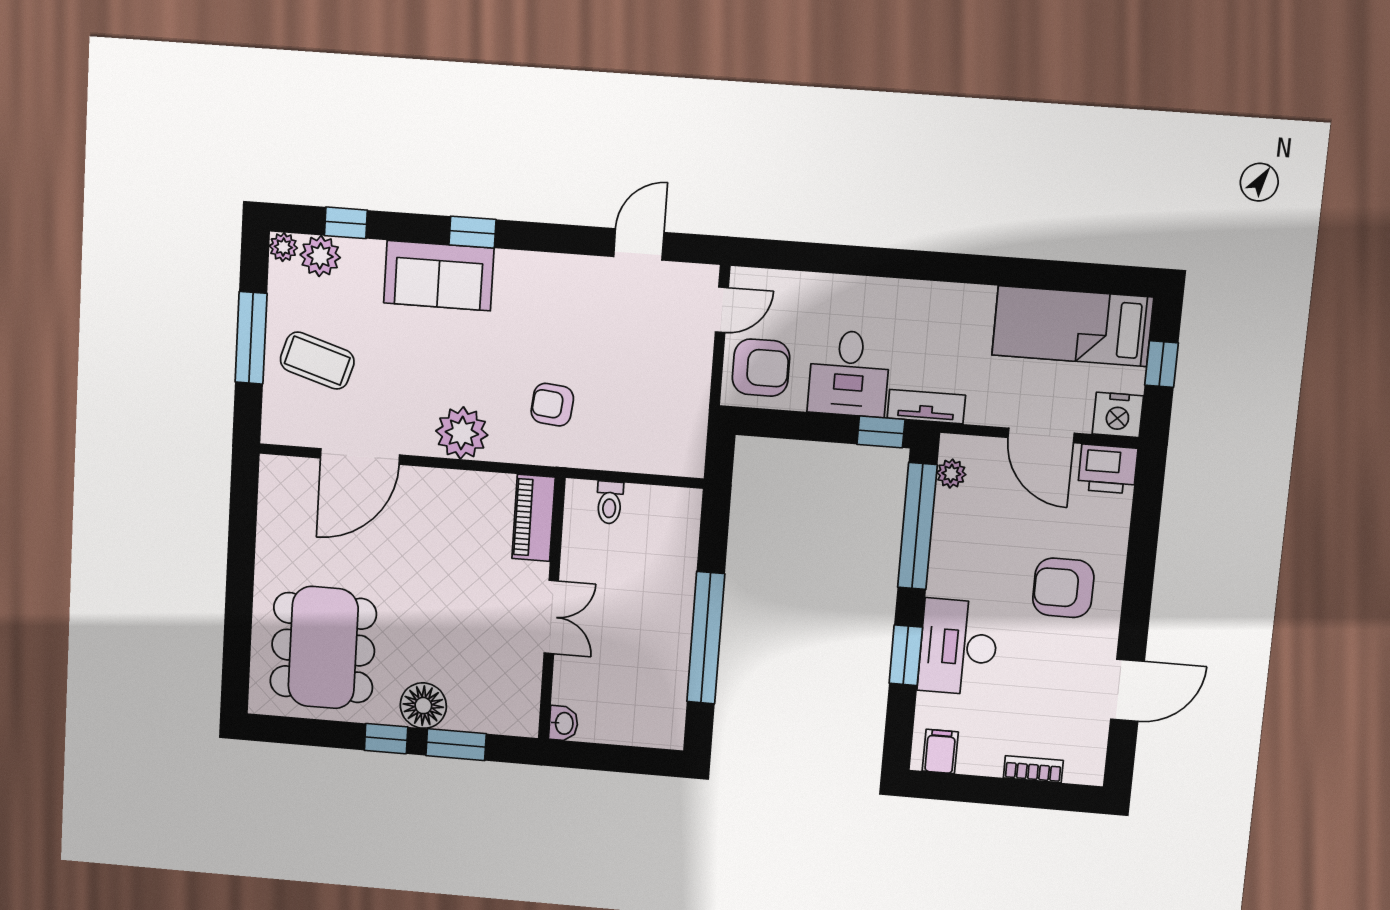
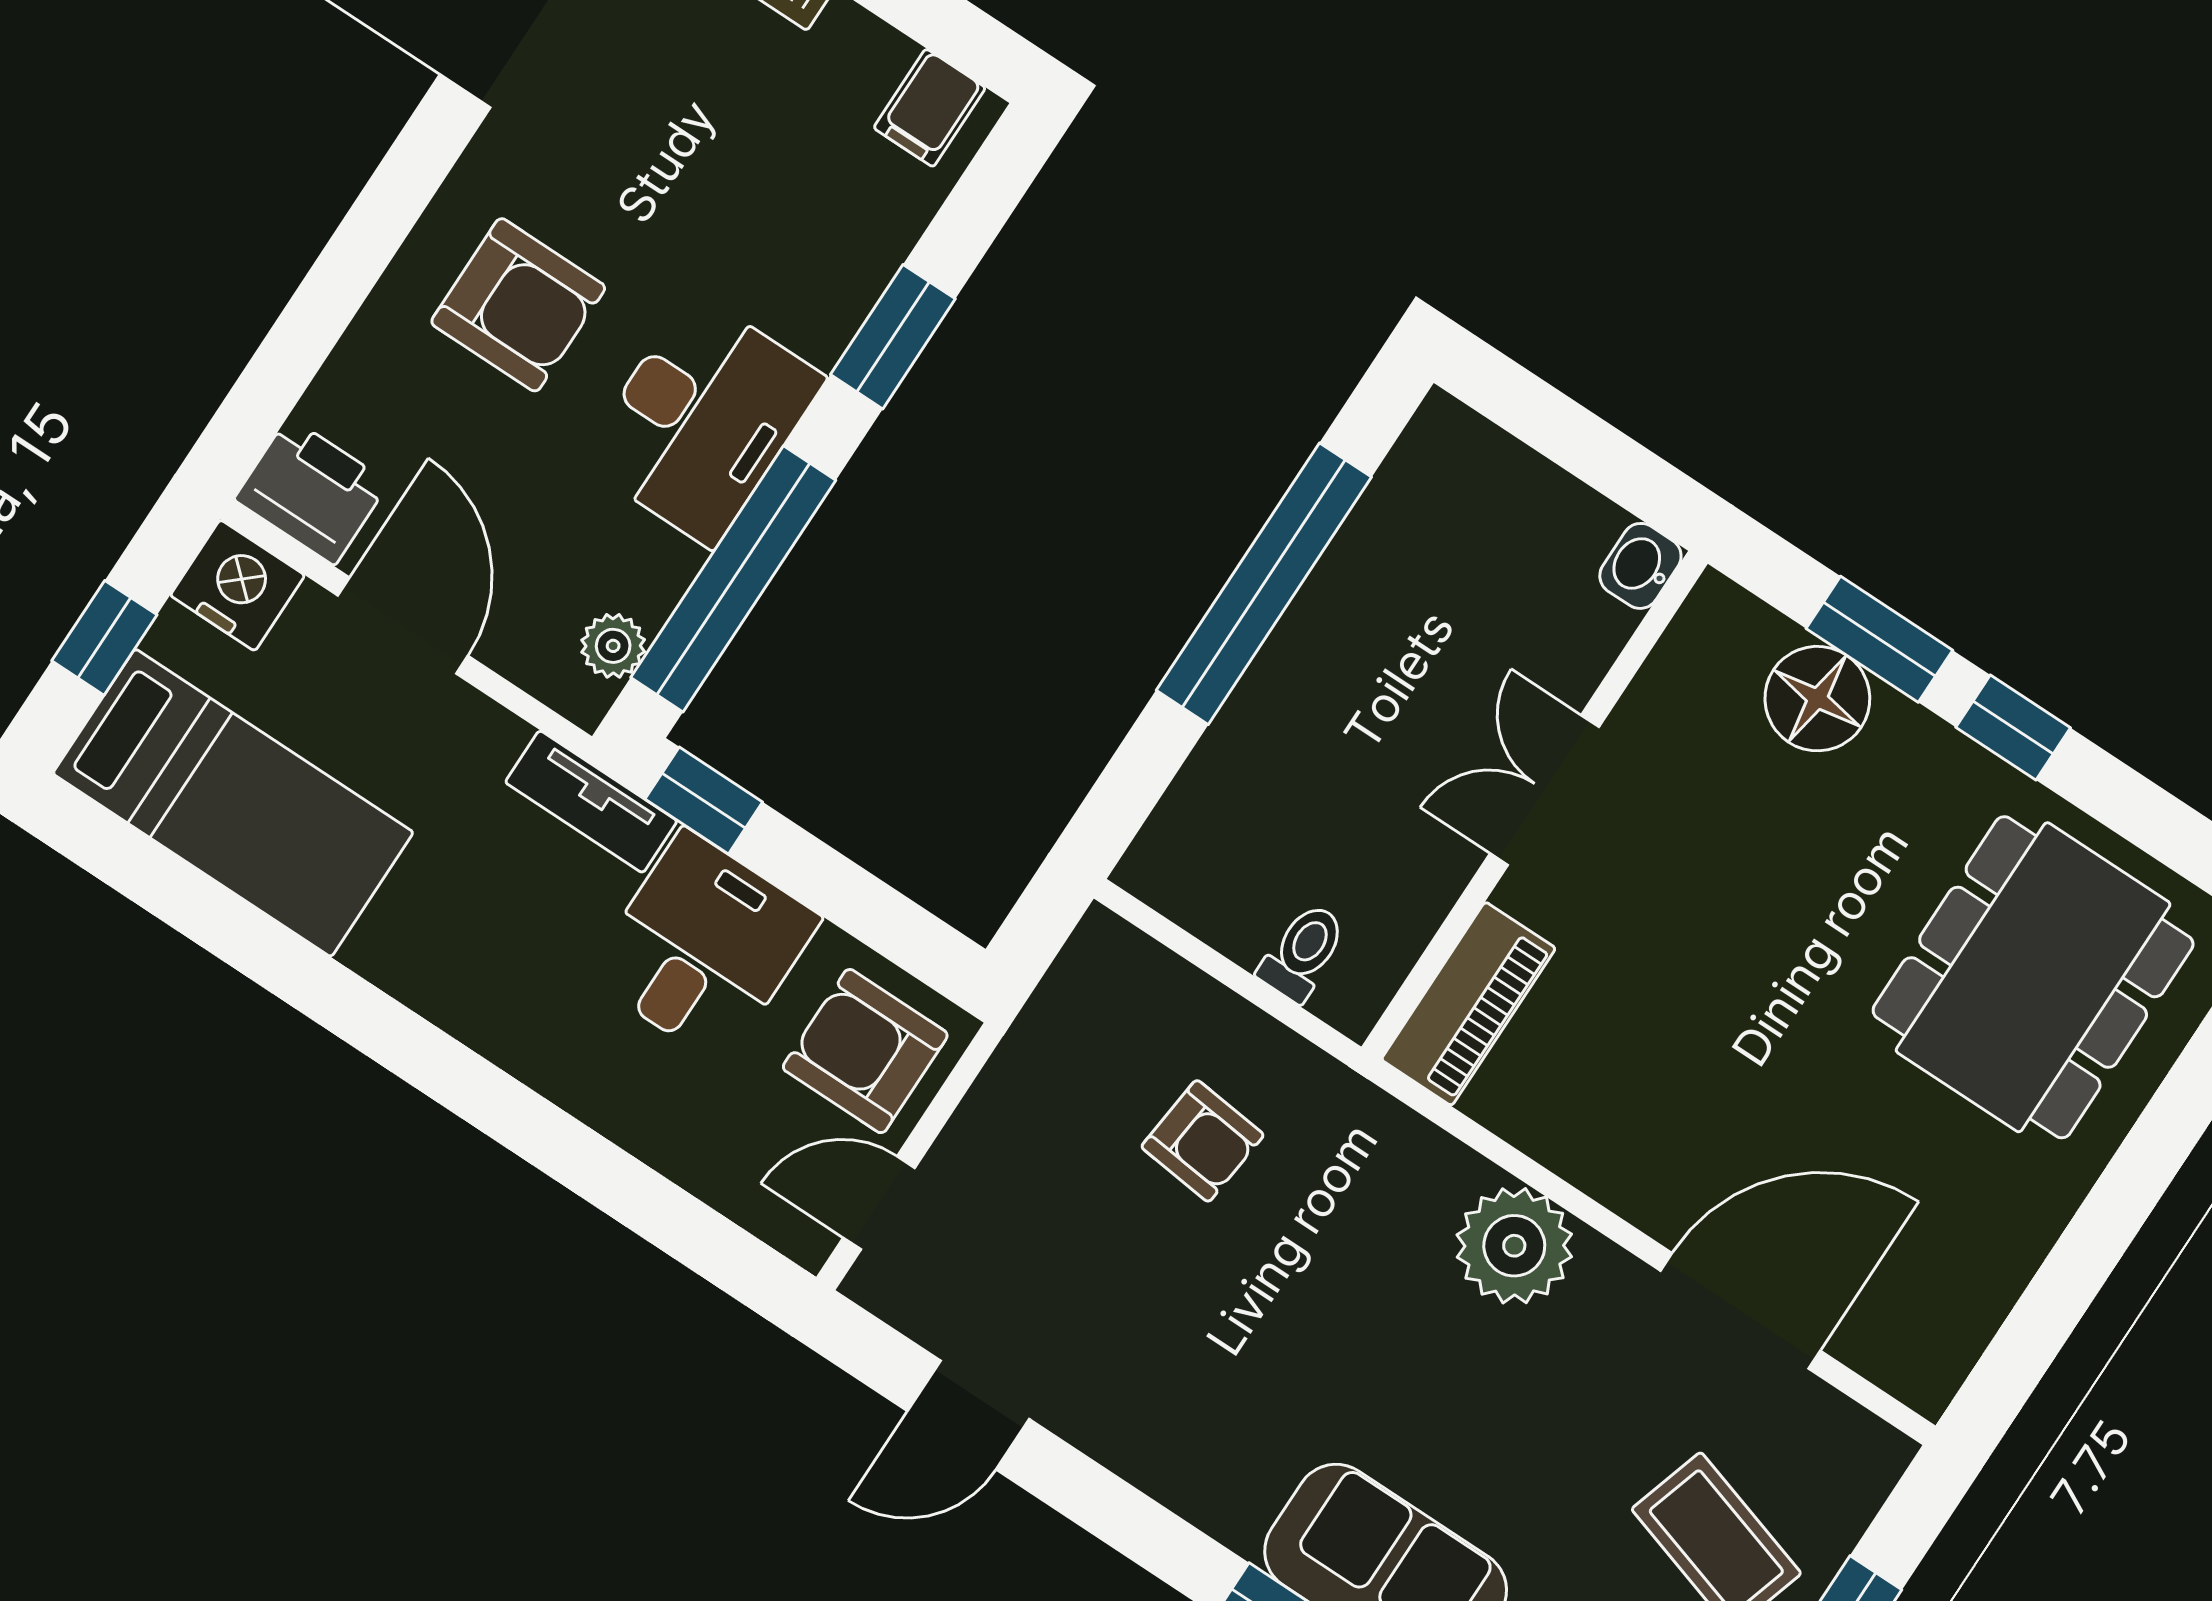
armchair: (552, 405) -> (1203, 1141), moved
desk: (958, 647) -> (702, 420), moved
floor lamp: (423, 706) -> (1817, 699), moved

